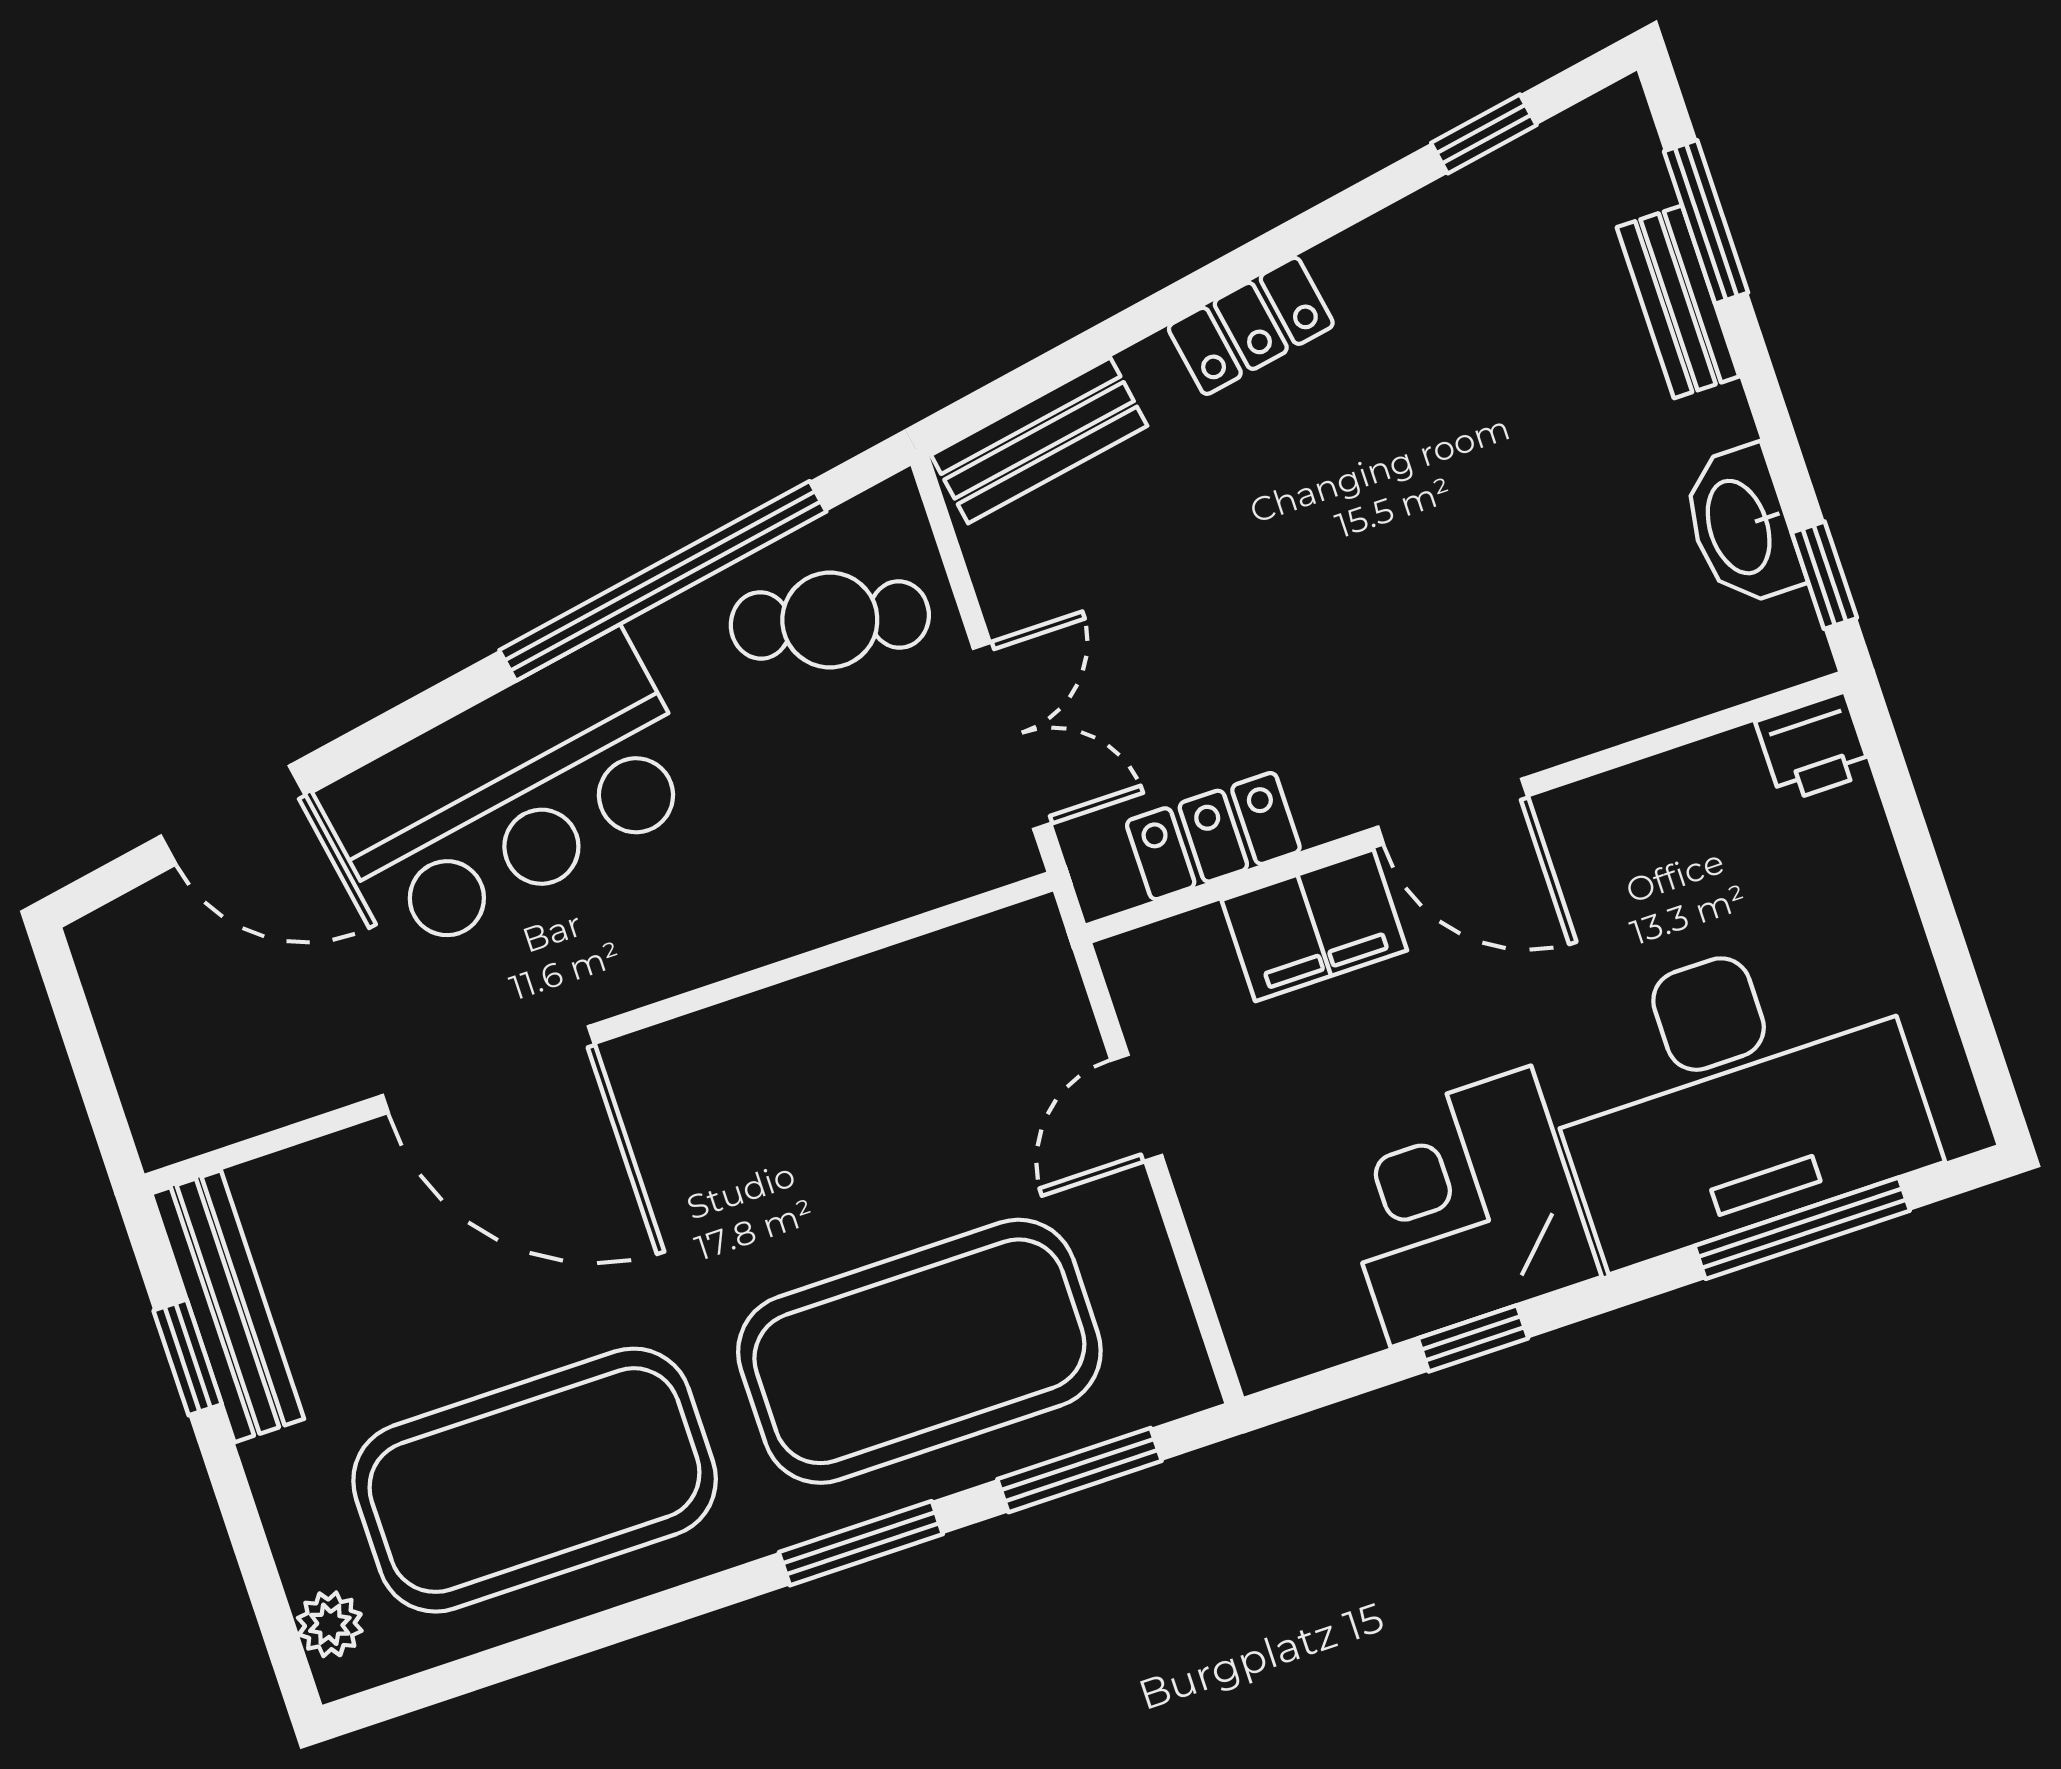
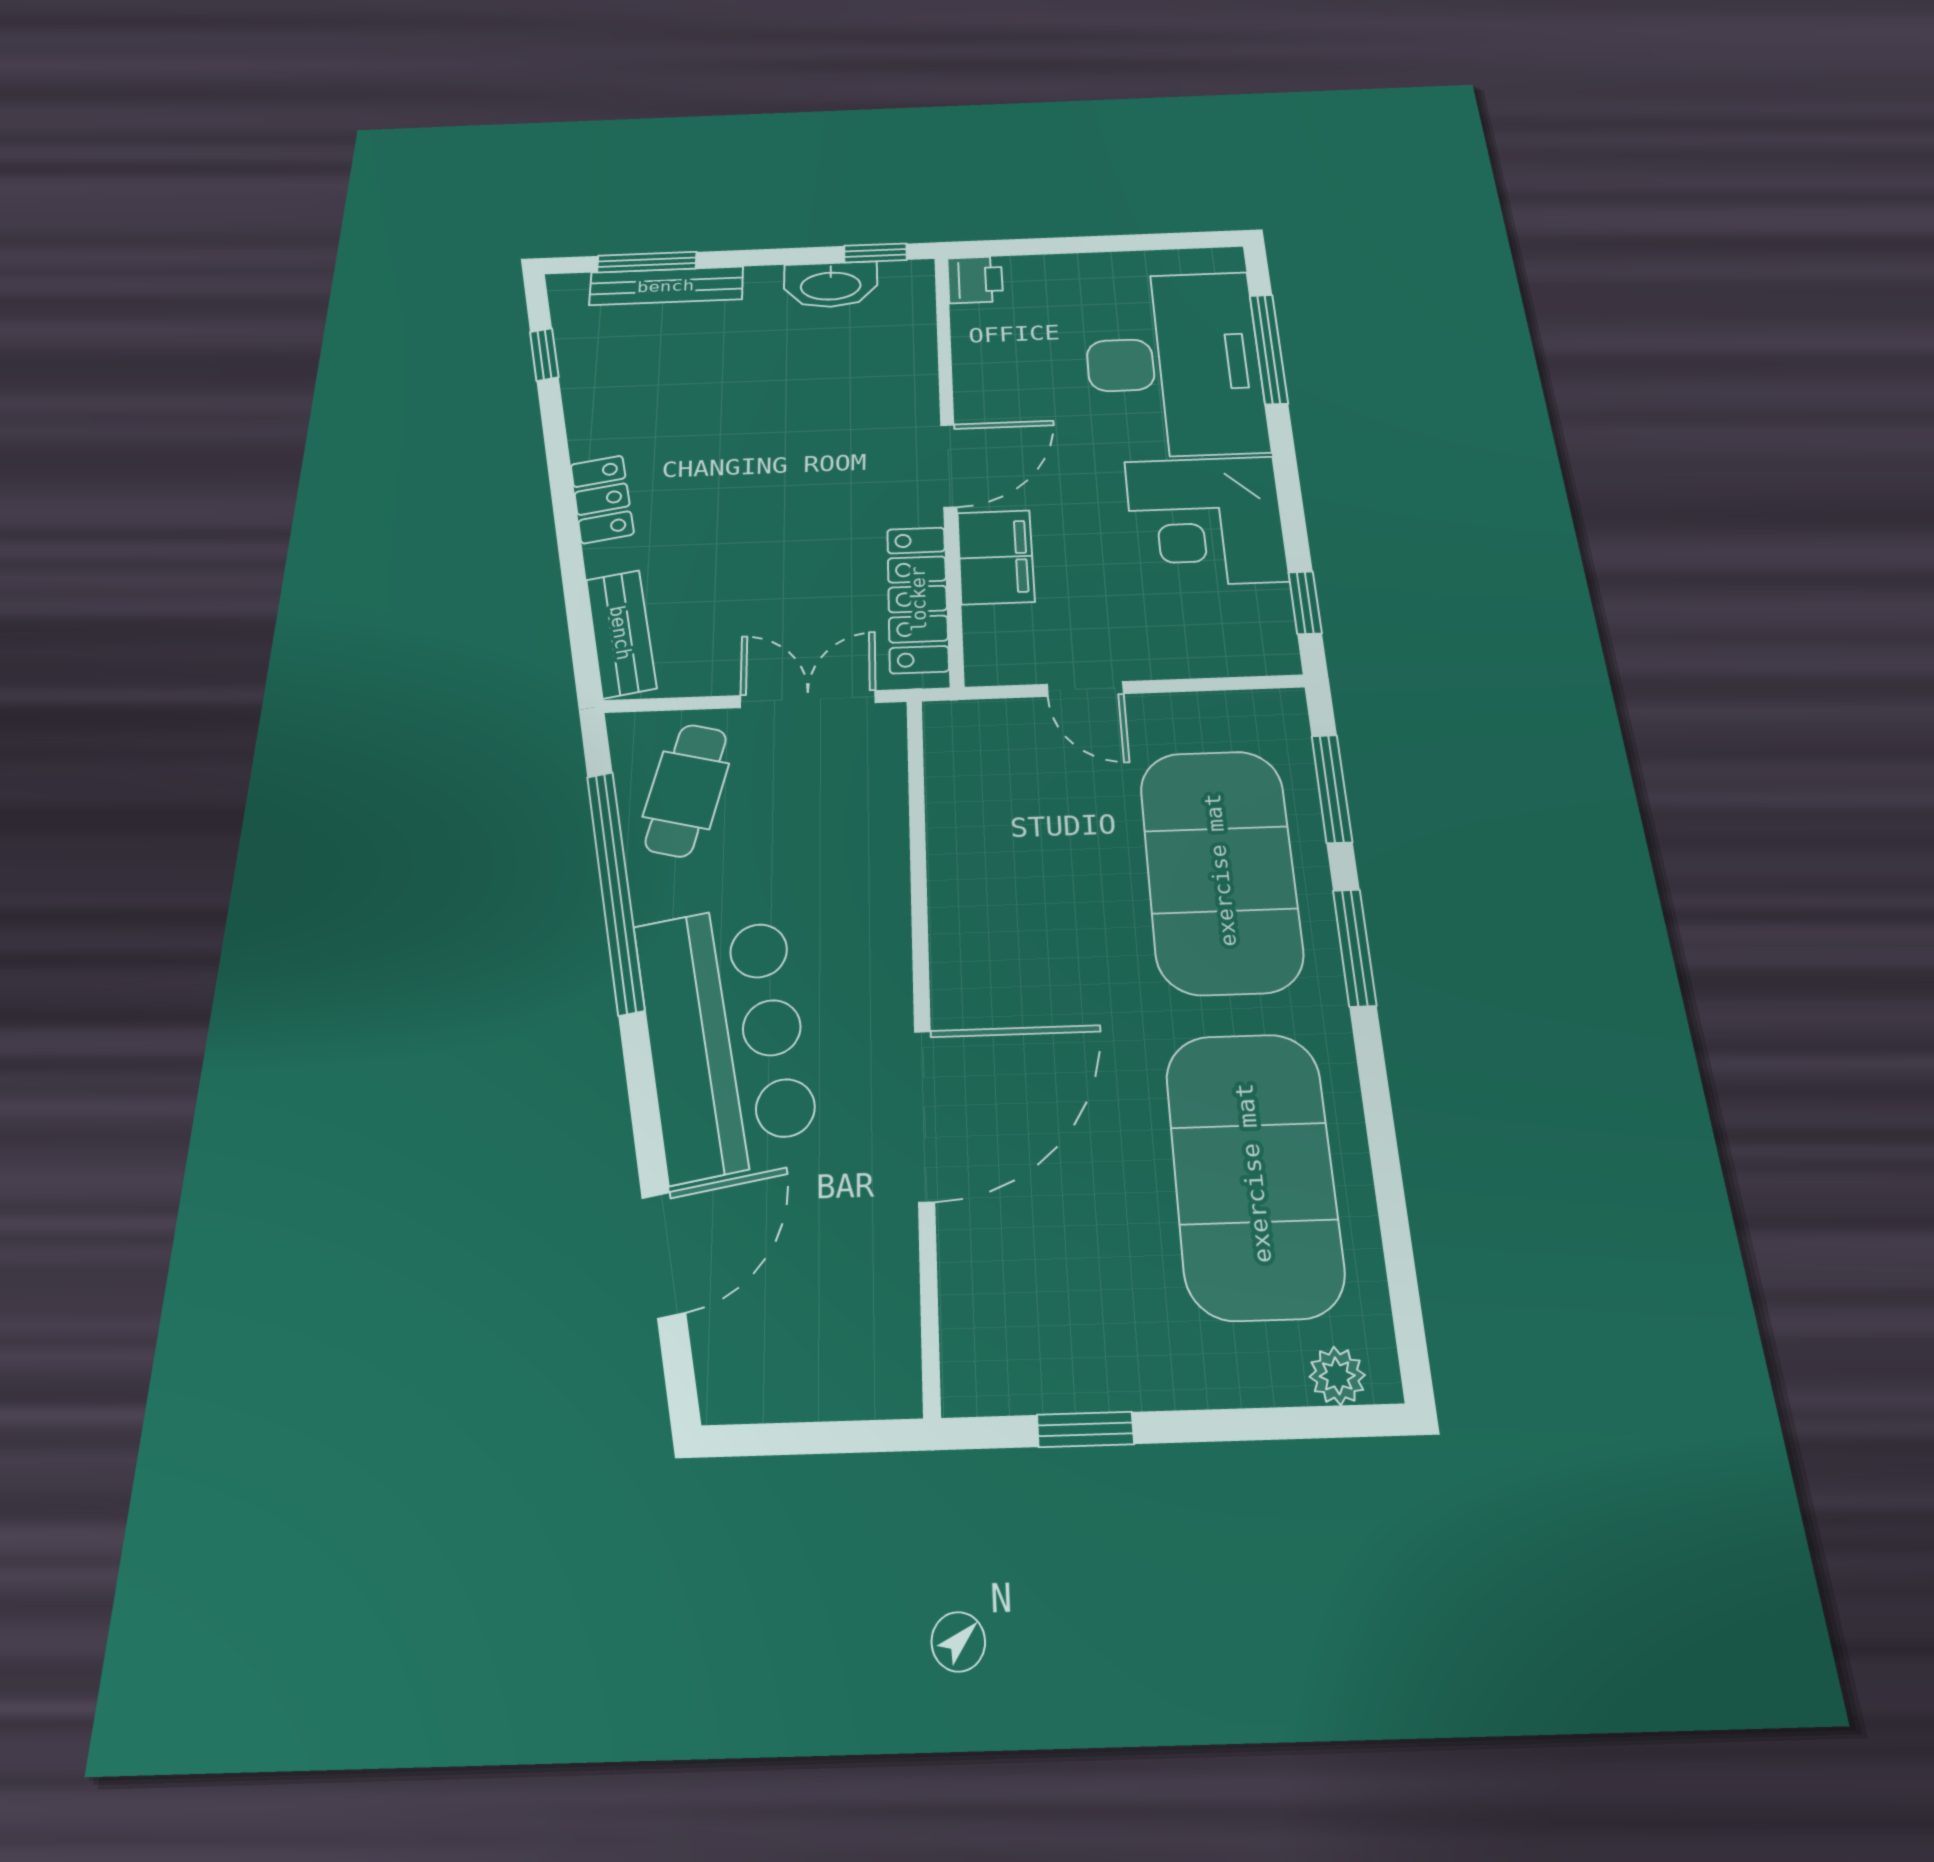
bench: (1678, 302) -> (666, 286), width x1.36
locker: (1213, 836) -> (918, 599), width x1.53
bench: (228, 1306) -> (1052, 1381), removed
window: (1473, 1338) -> (1305, 603), moved

